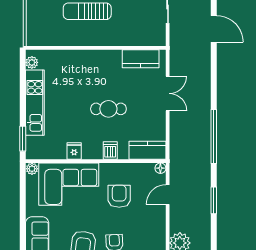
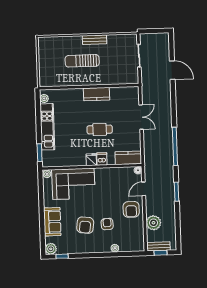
kitchen counter: (141, 59) -> (97, 94), moved
fridge: (74, 151) -> (91, 160), moved
armchair: (119, 196) -> (131, 209), moved, turned 180

